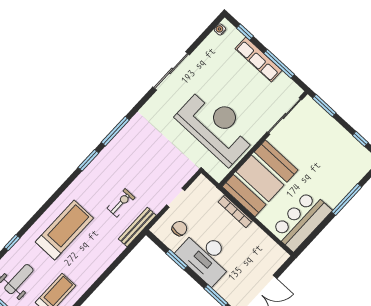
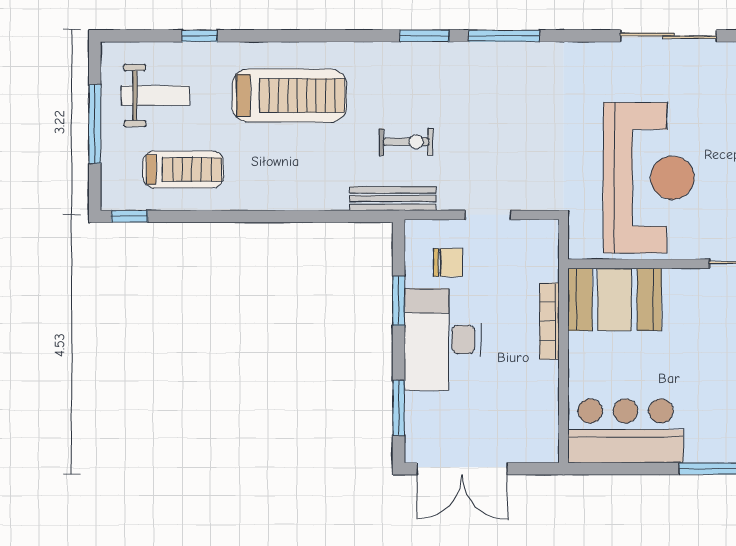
booth: (260, 178) -> (615, 299), width x0.73, depth x0.70

